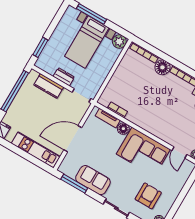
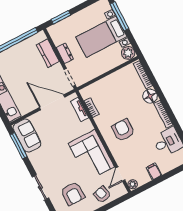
armchair: (157, 112) -> (123, 130), added
floor lamp: (123, 129) -> (87, 126), removed
door: (73, 139) -> (52, 102), moved
sofa: (93, 180) -> (27, 136), moved
armchair: (175, 180) -> (102, 195), added
armchair: (148, 196) -> (73, 194), turned 90

